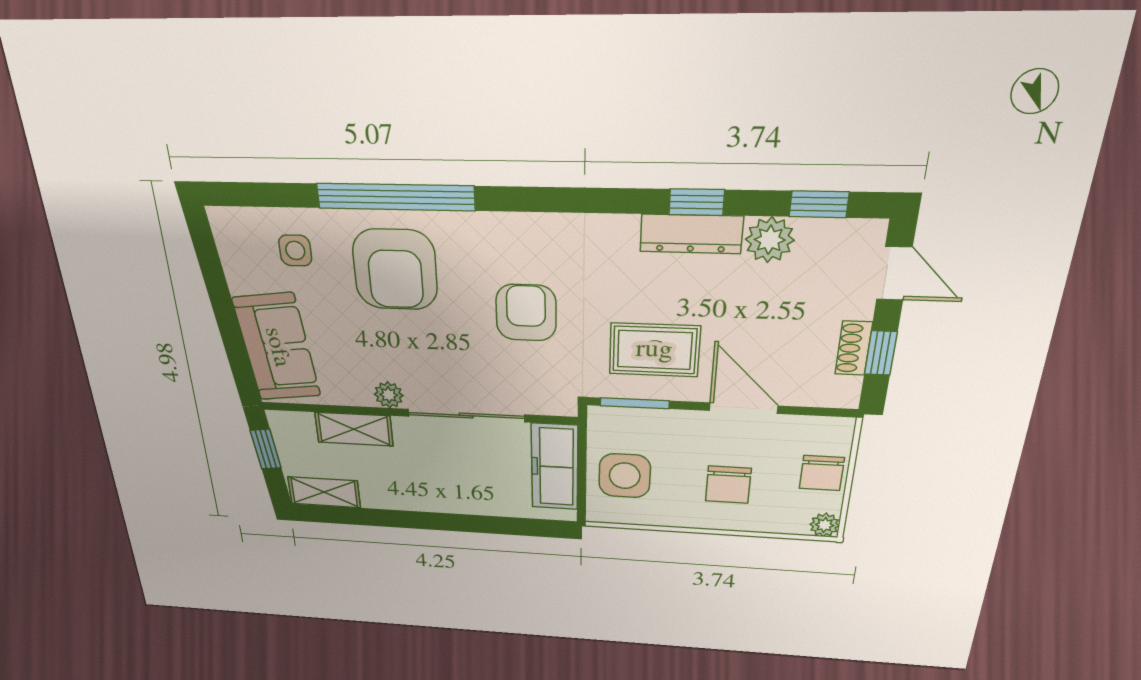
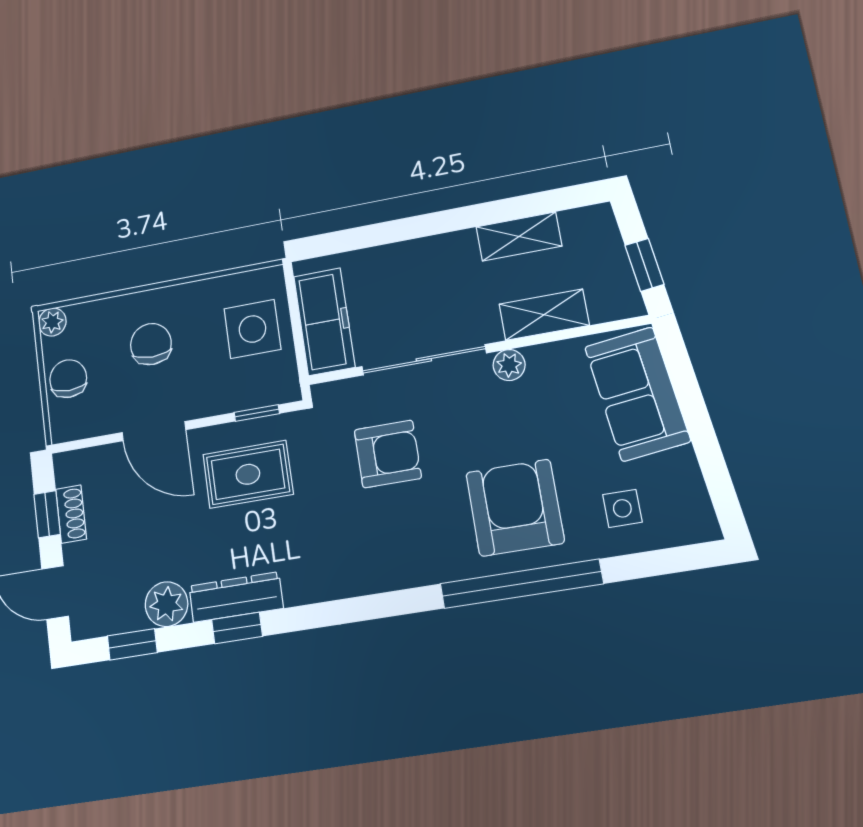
armchair: (526, 313) -> (388, 454), moved, turned -90
window: (635, 403) -> (257, 413), width x0.67
shelving: (324, 492) -> (519, 236), moved

